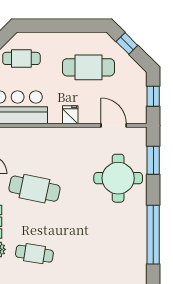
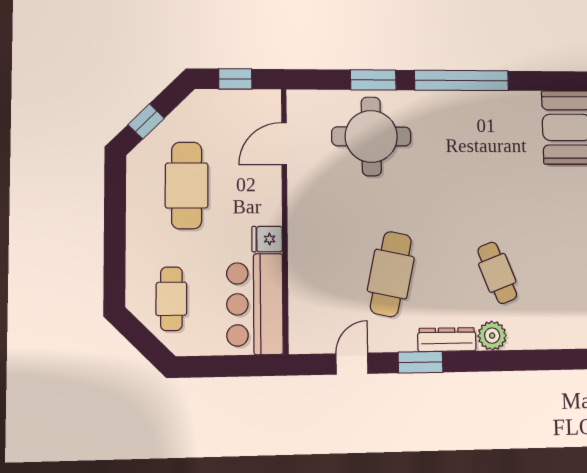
fridge: (70, 115) -> (267, 239), moved
window: (153, 160) -> (373, 80), moved
cafe table: (34, 254) -> (497, 273), turned -30

